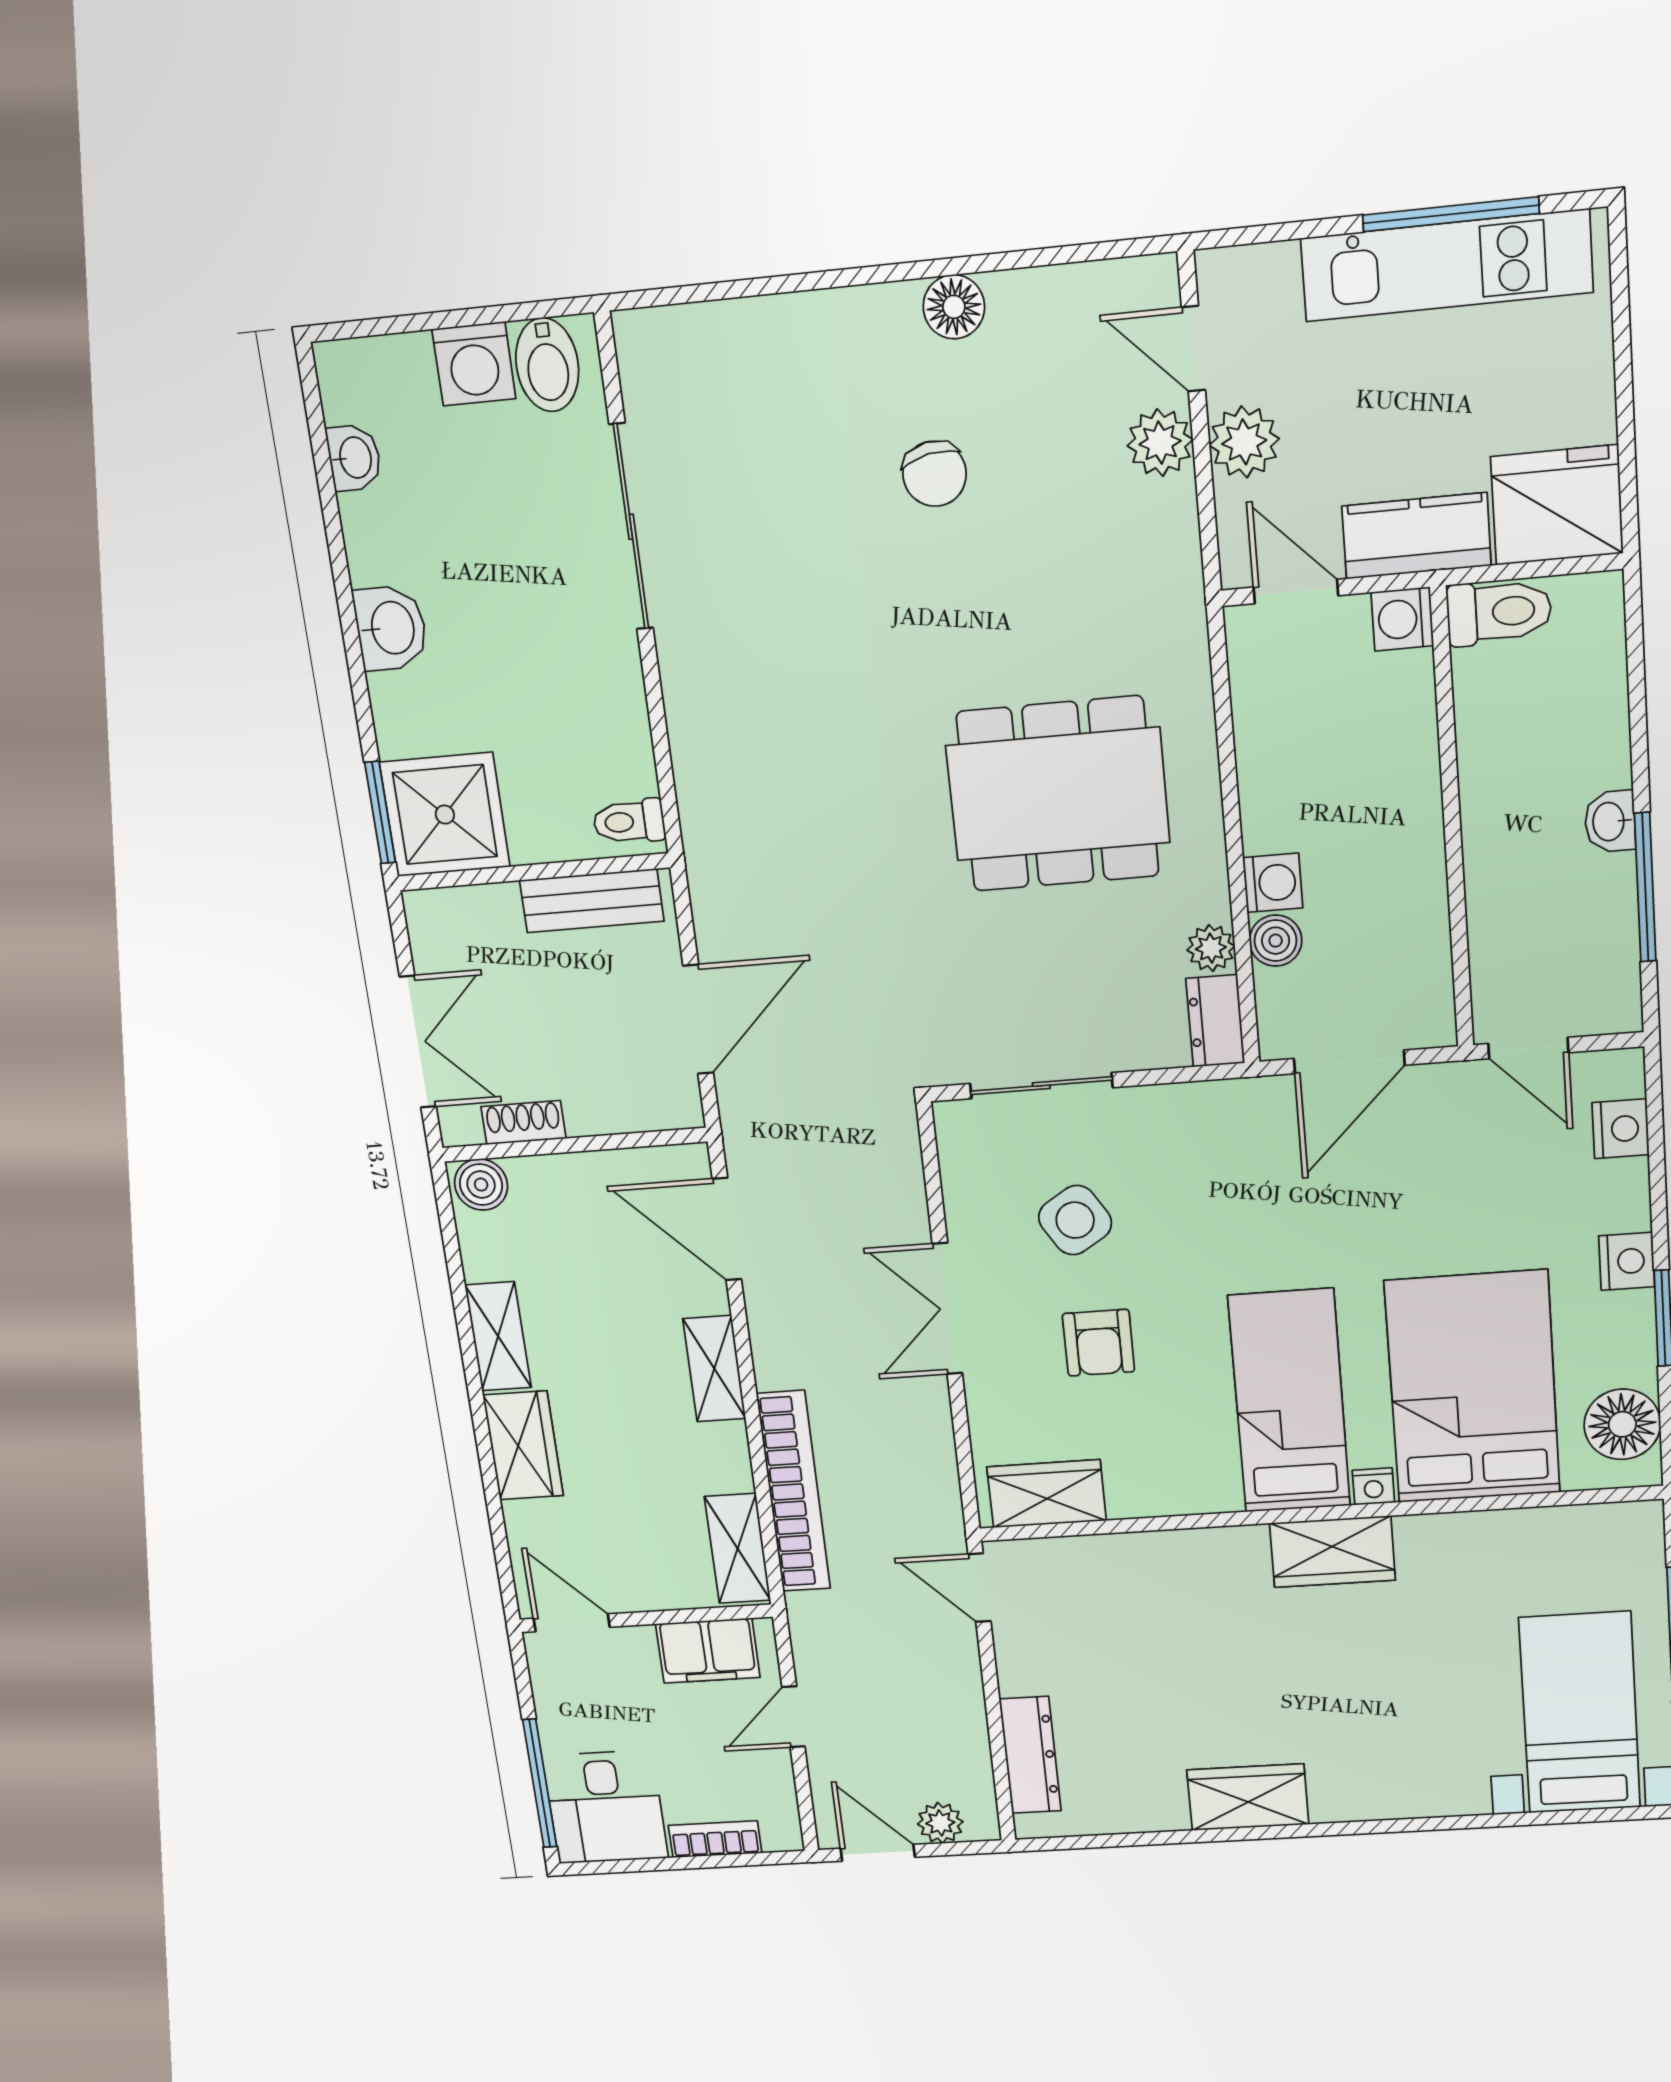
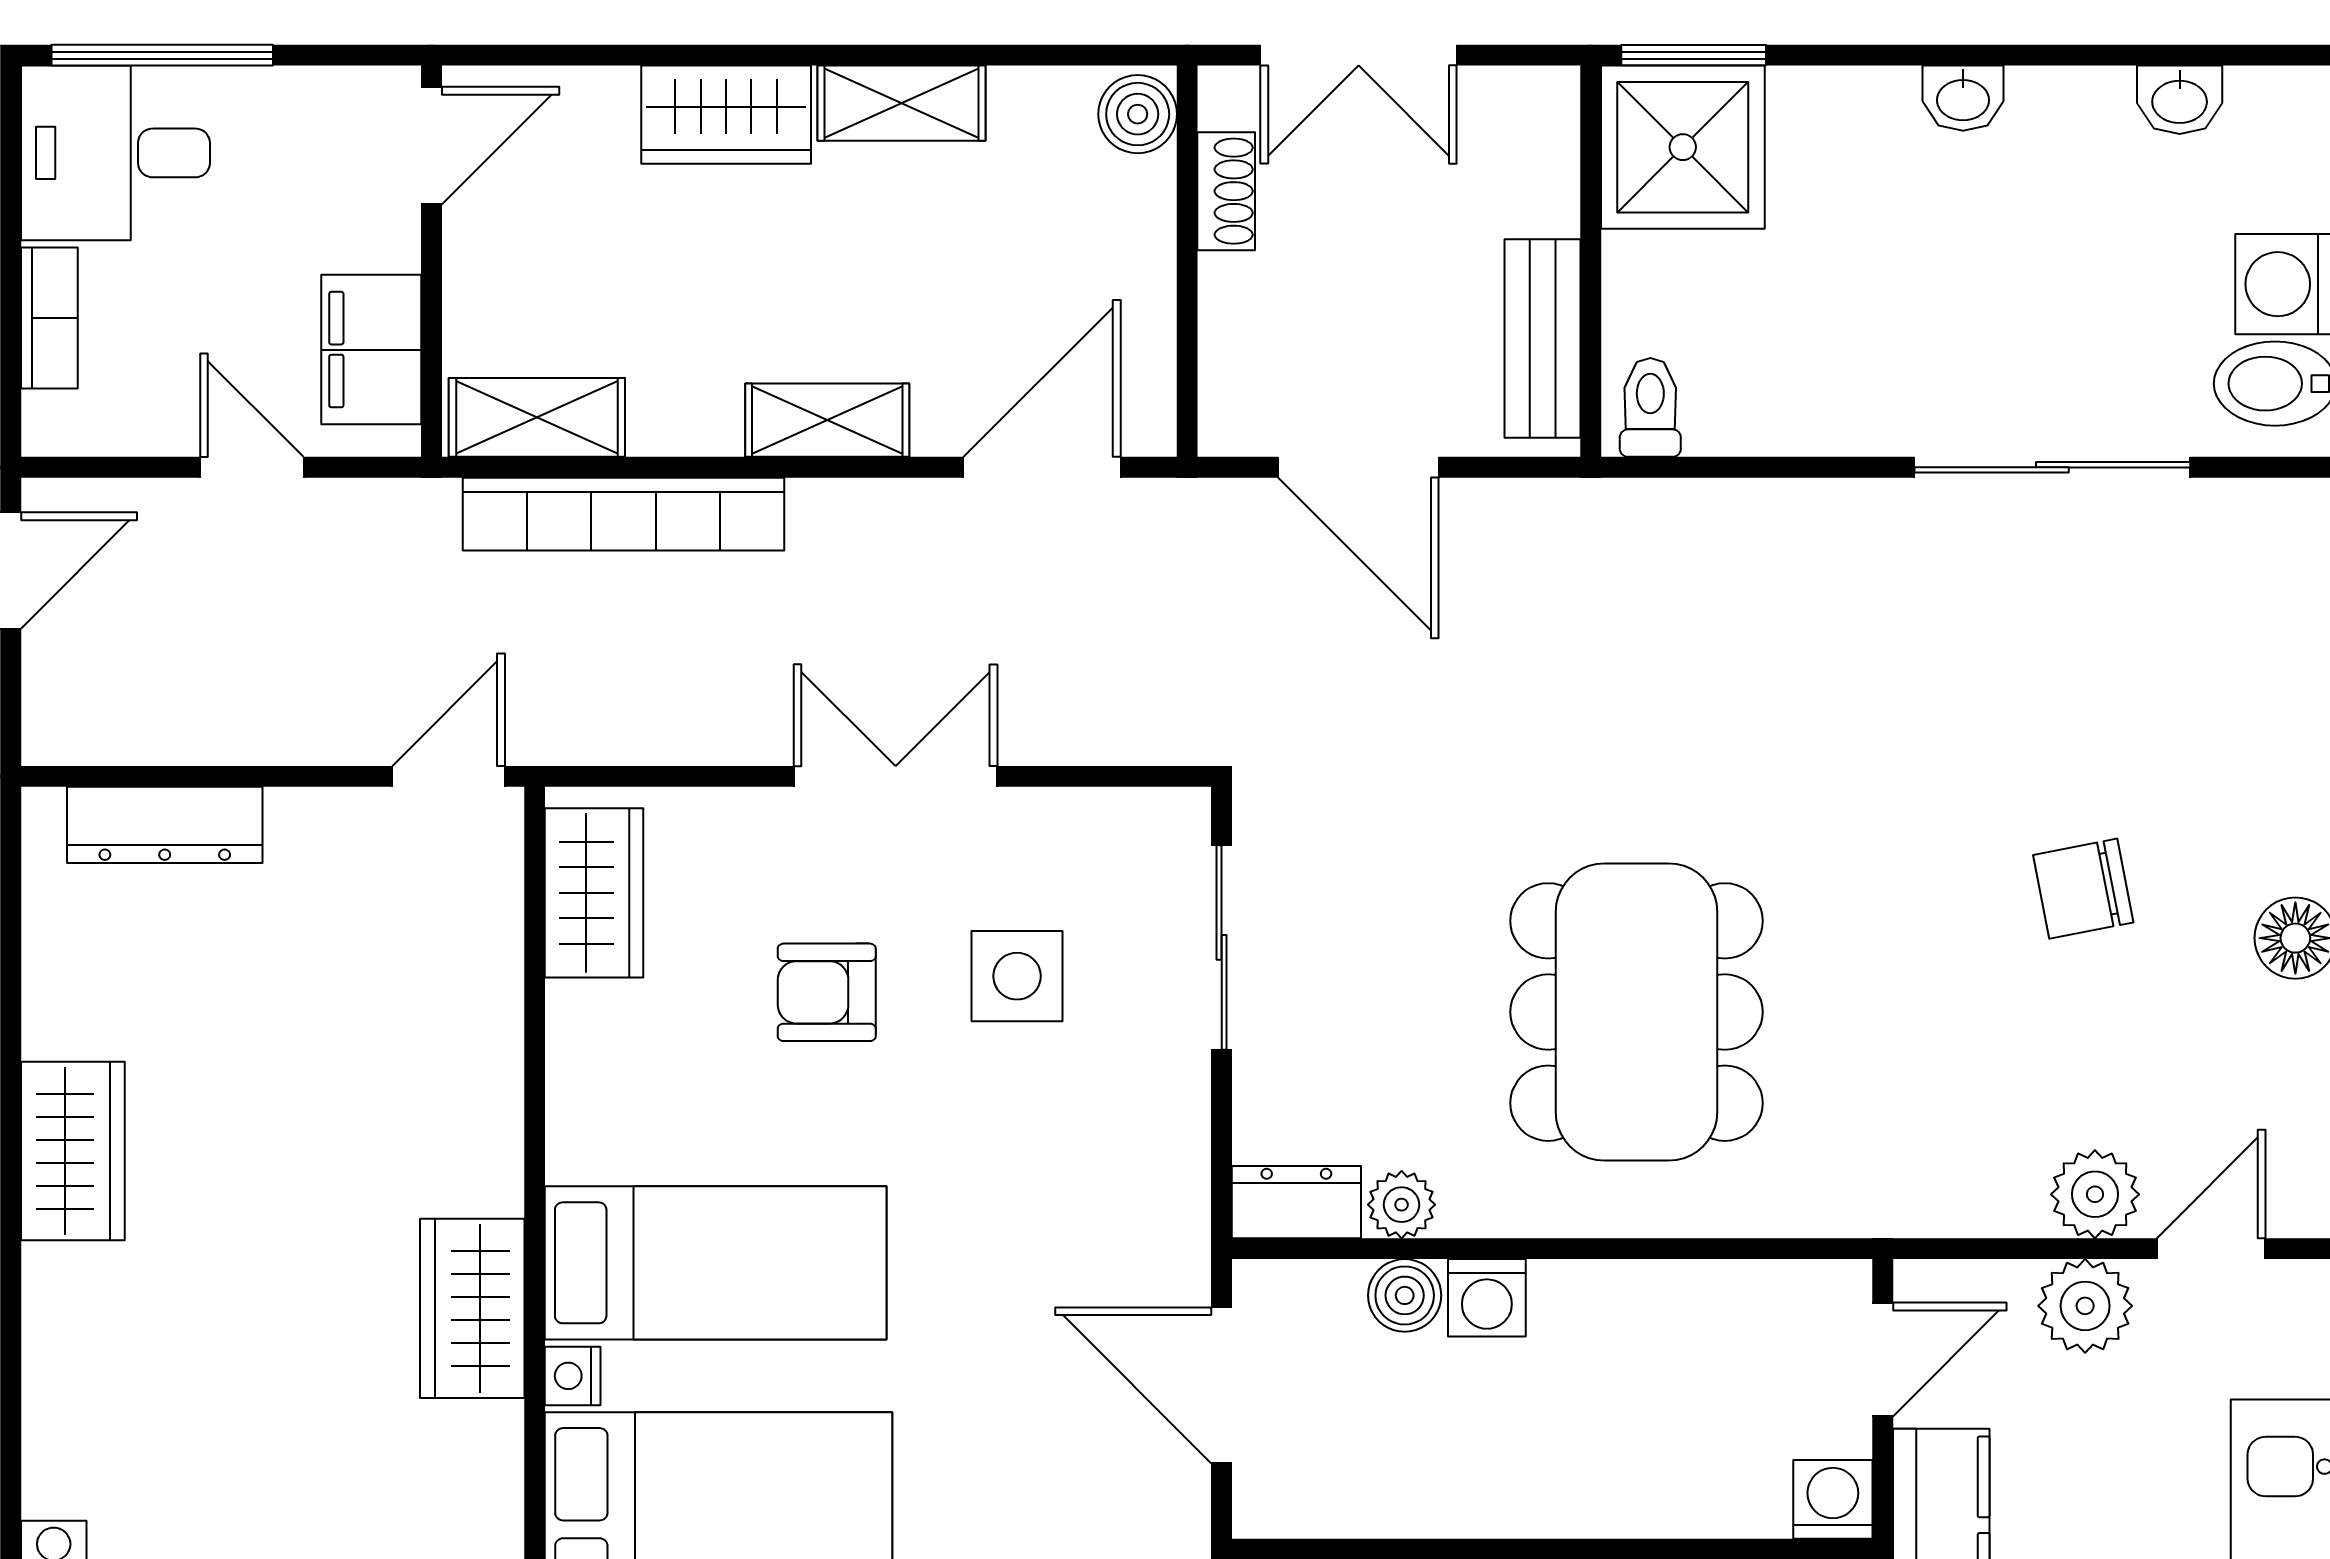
washbasin: (391, 628) -> (1963, 98), width x0.72, depth x0.69
side table: (1075, 1220) -> (1017, 976), turned 32
plant: (940, 1823) -> (57, 674), removed

